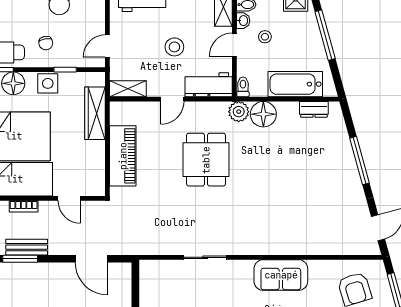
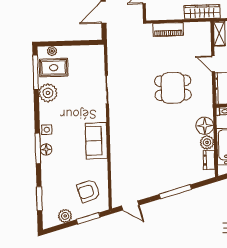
plant: (239, 112) -> (207, 142), moved
piano: (123, 156) -> (168, 30), width x0.73, depth x0.75

